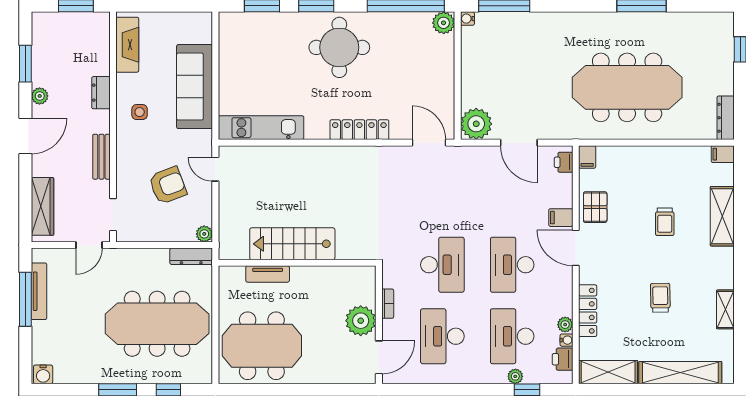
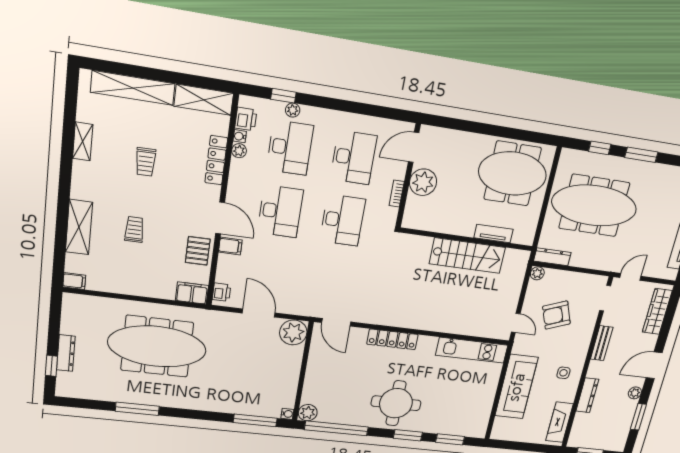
dresser: (101, 93) -> (587, 395), width x1.44
dresser: (726, 118) -> (66, 353), moved
filing cabinet: (587, 157) -> (192, 293), width x2.00
desk: (442, 265) -> (342, 220), turned 180

